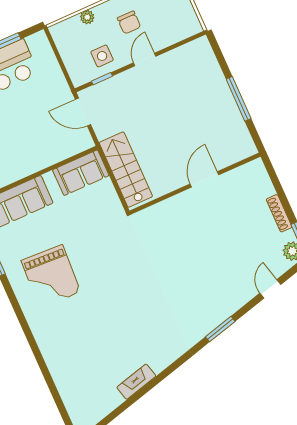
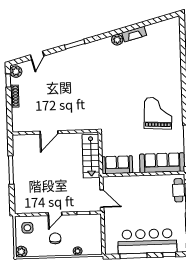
side table: (102, 56) -> (27, 228), moved
plant: (159, 363) -> (117, 40), added

